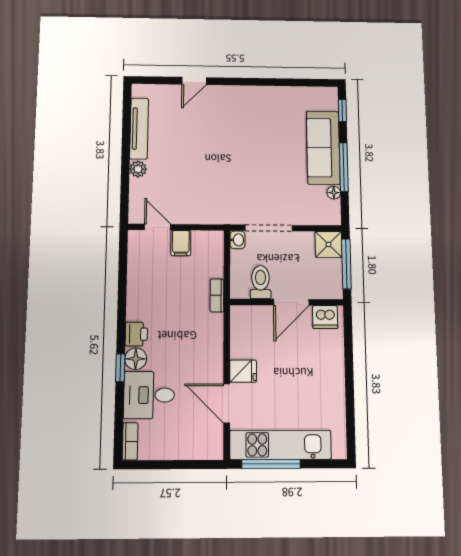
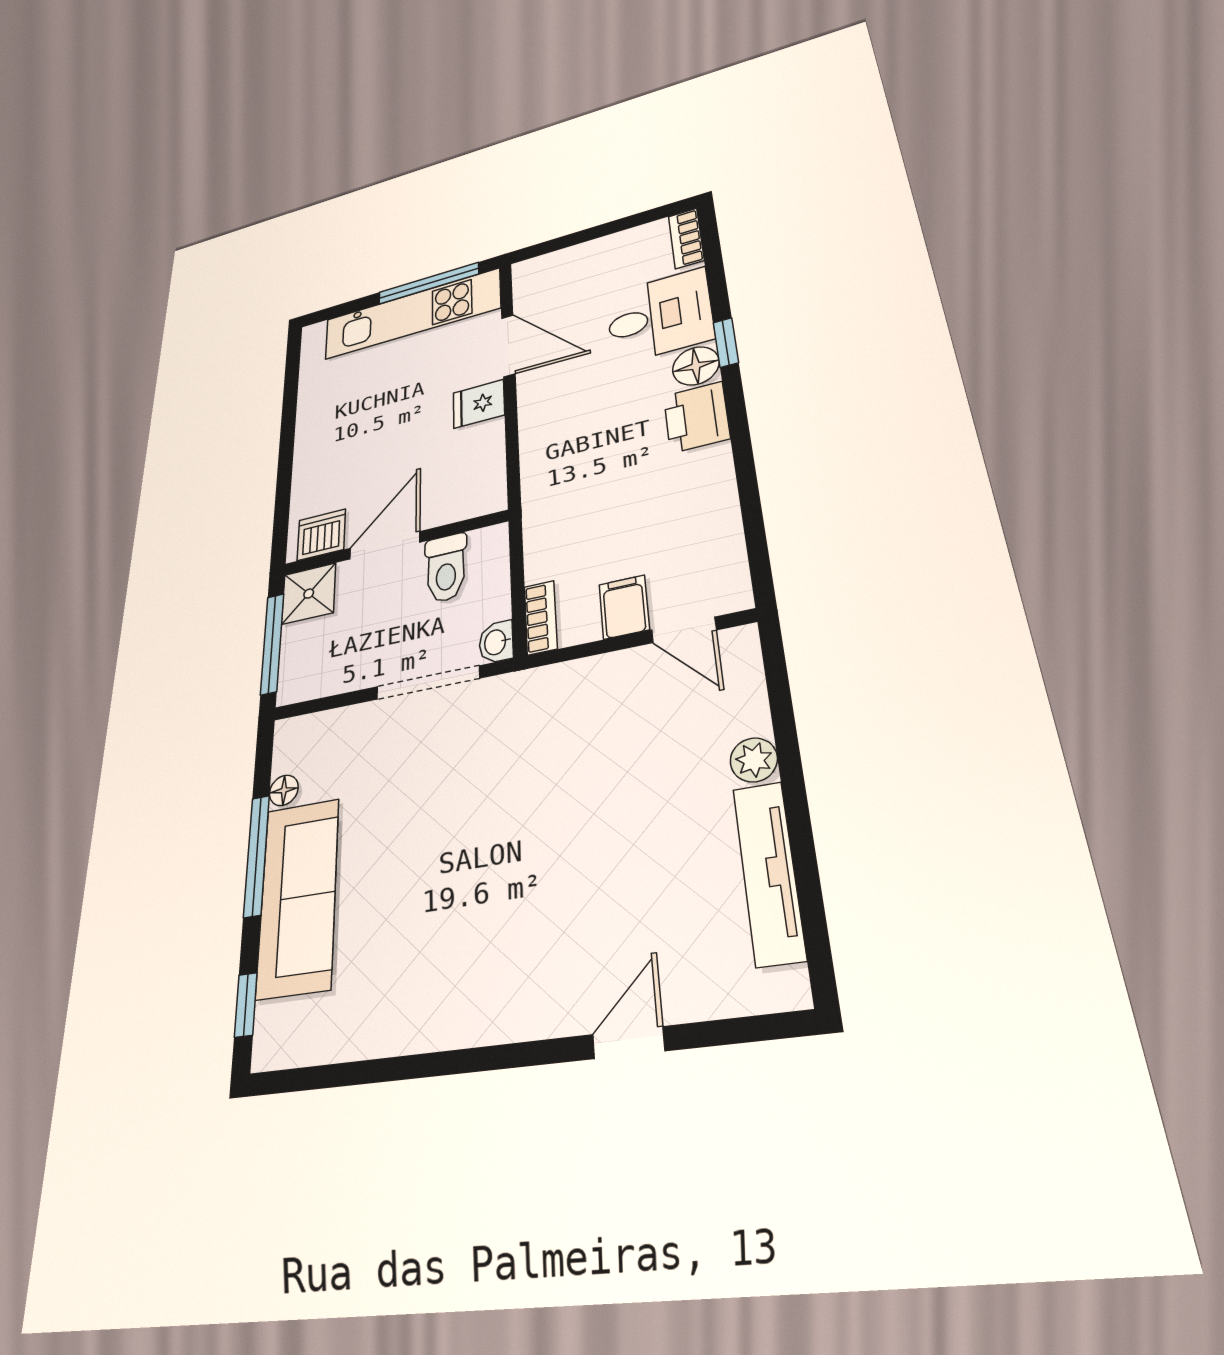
shower: (328, 244) -> (309, 594), moved
bookcase: (217, 295) -> (541, 618), moved
printer: (136, 334) -> (697, 417), width x1.36, depth x1.24

